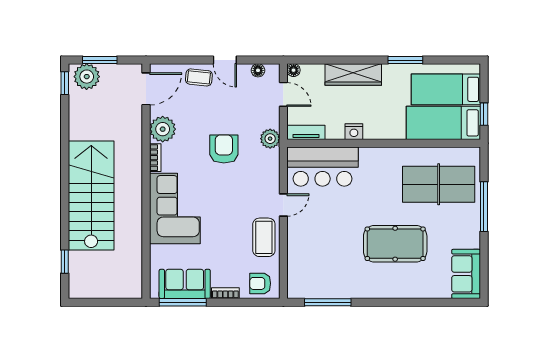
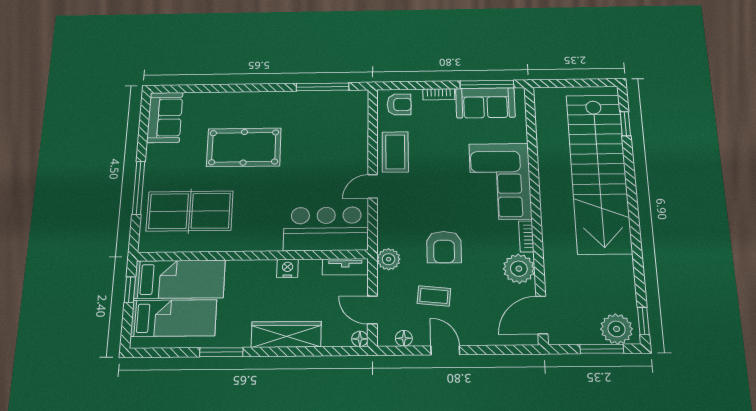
coffee table: (199, 77) -> (434, 296), moved
stairs: (91, 195) -> (599, 173), width x1.36

